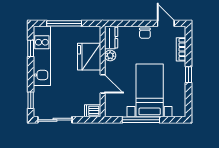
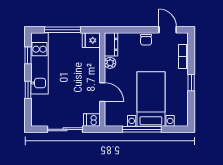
fridge: (89, 57) -> (91, 40), moved, width x0.53, depth x0.75
window: (31, 100) -> (28, 90), moved
sliding door: (55, 120) -> (65, 129), moved

